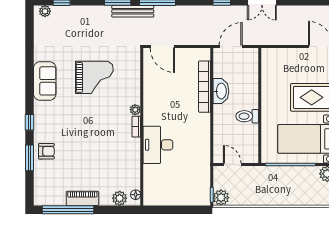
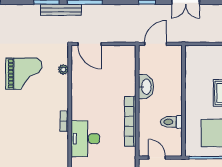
bookcase: (205, 87) -> (130, 121), moved
plant: (135, 110) -> (63, 69), moved
toilet: (247, 116) -> (171, 122), moved

